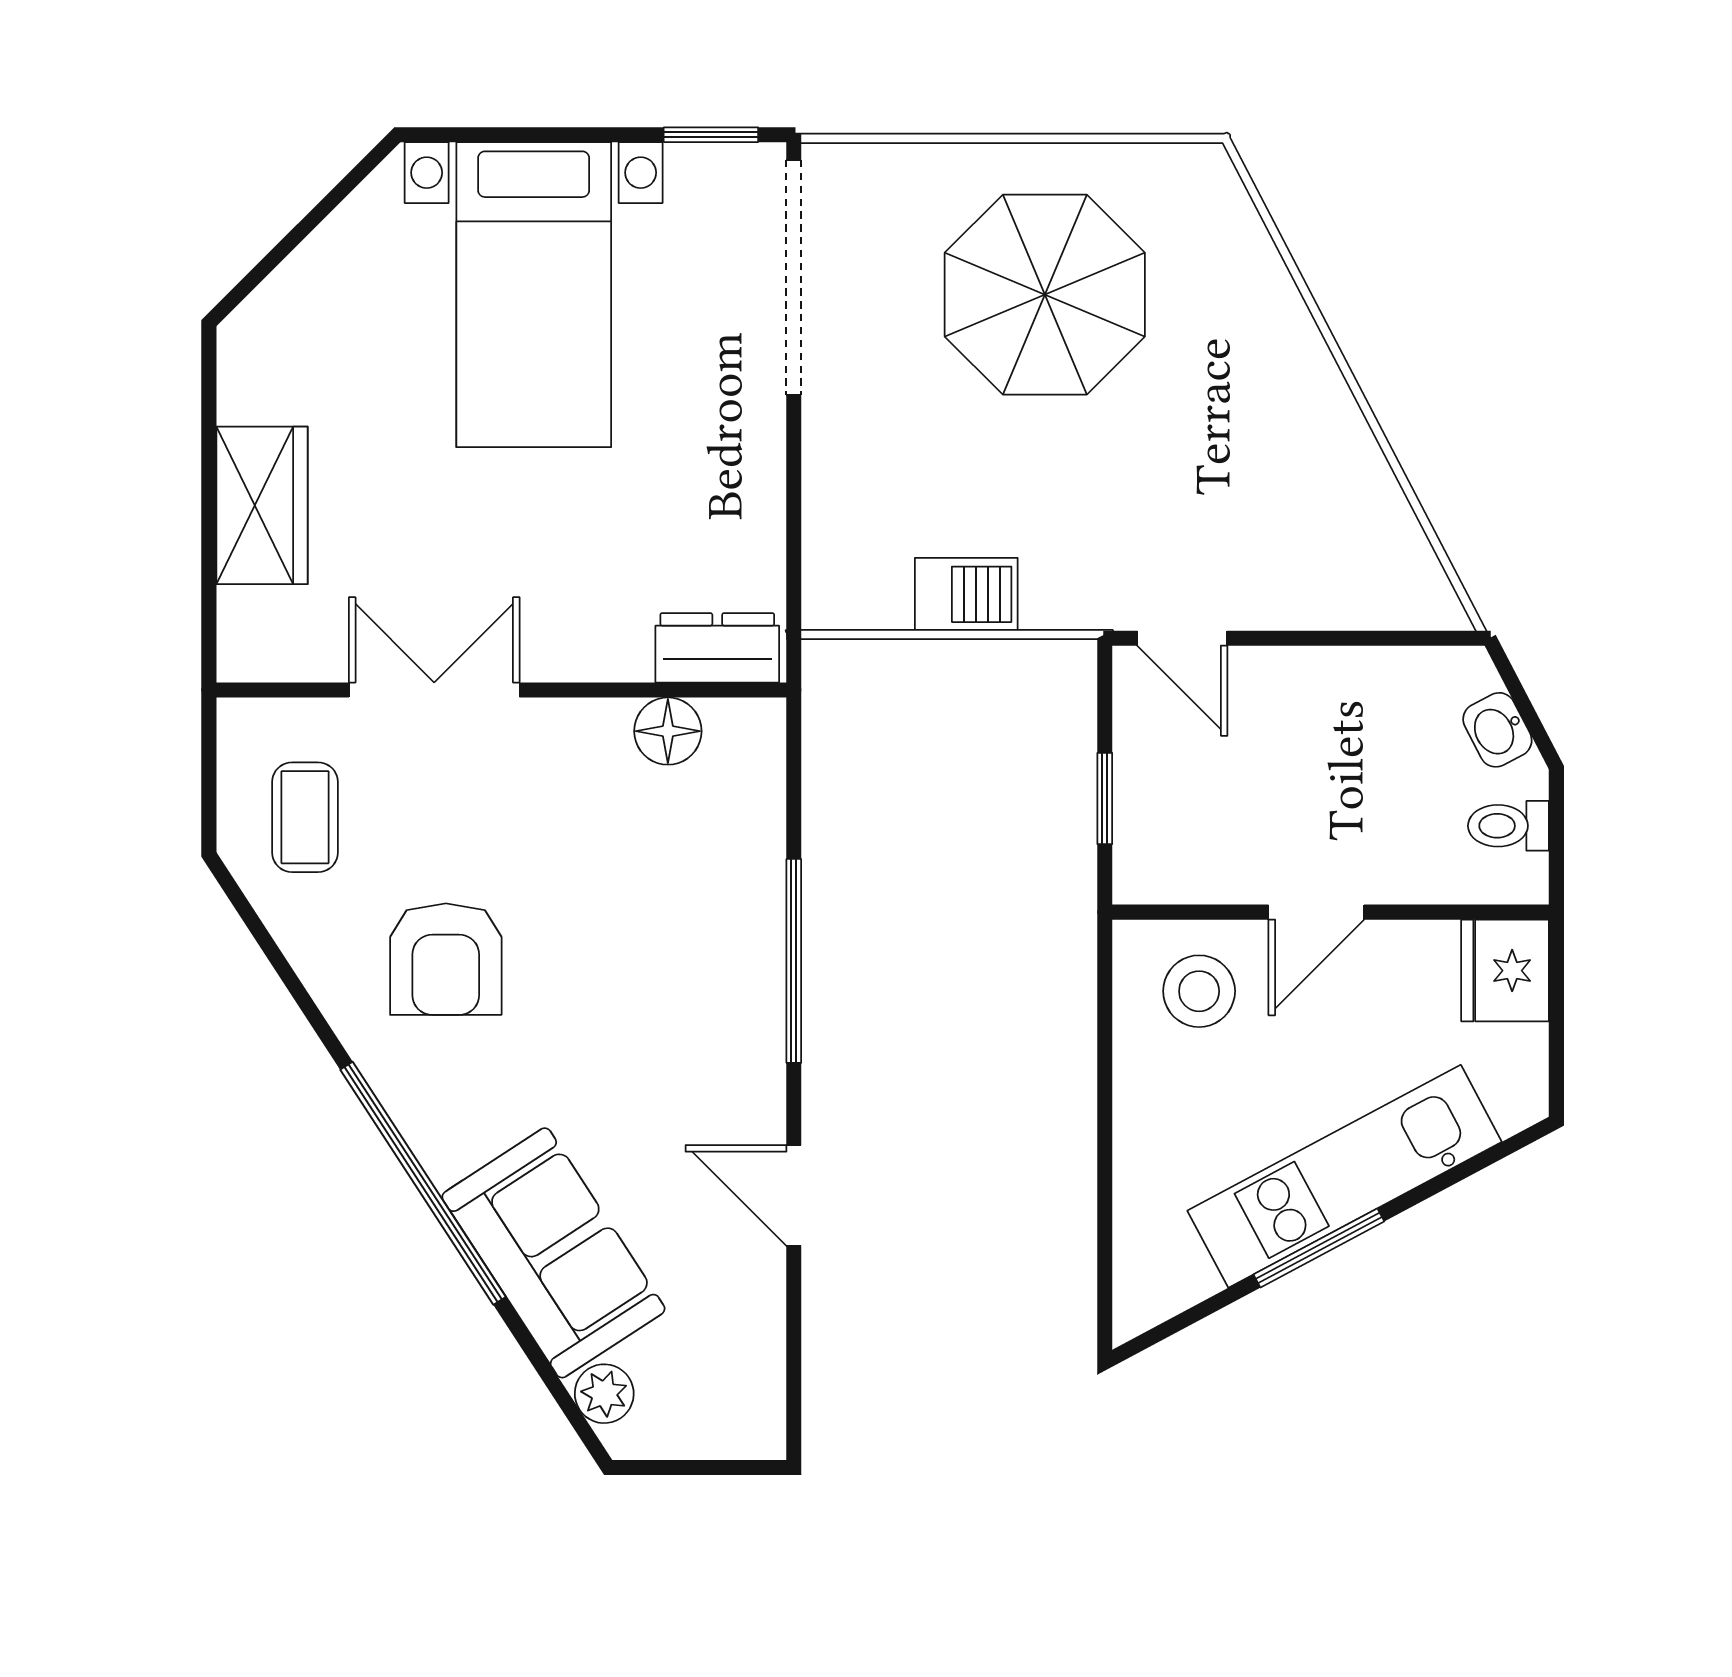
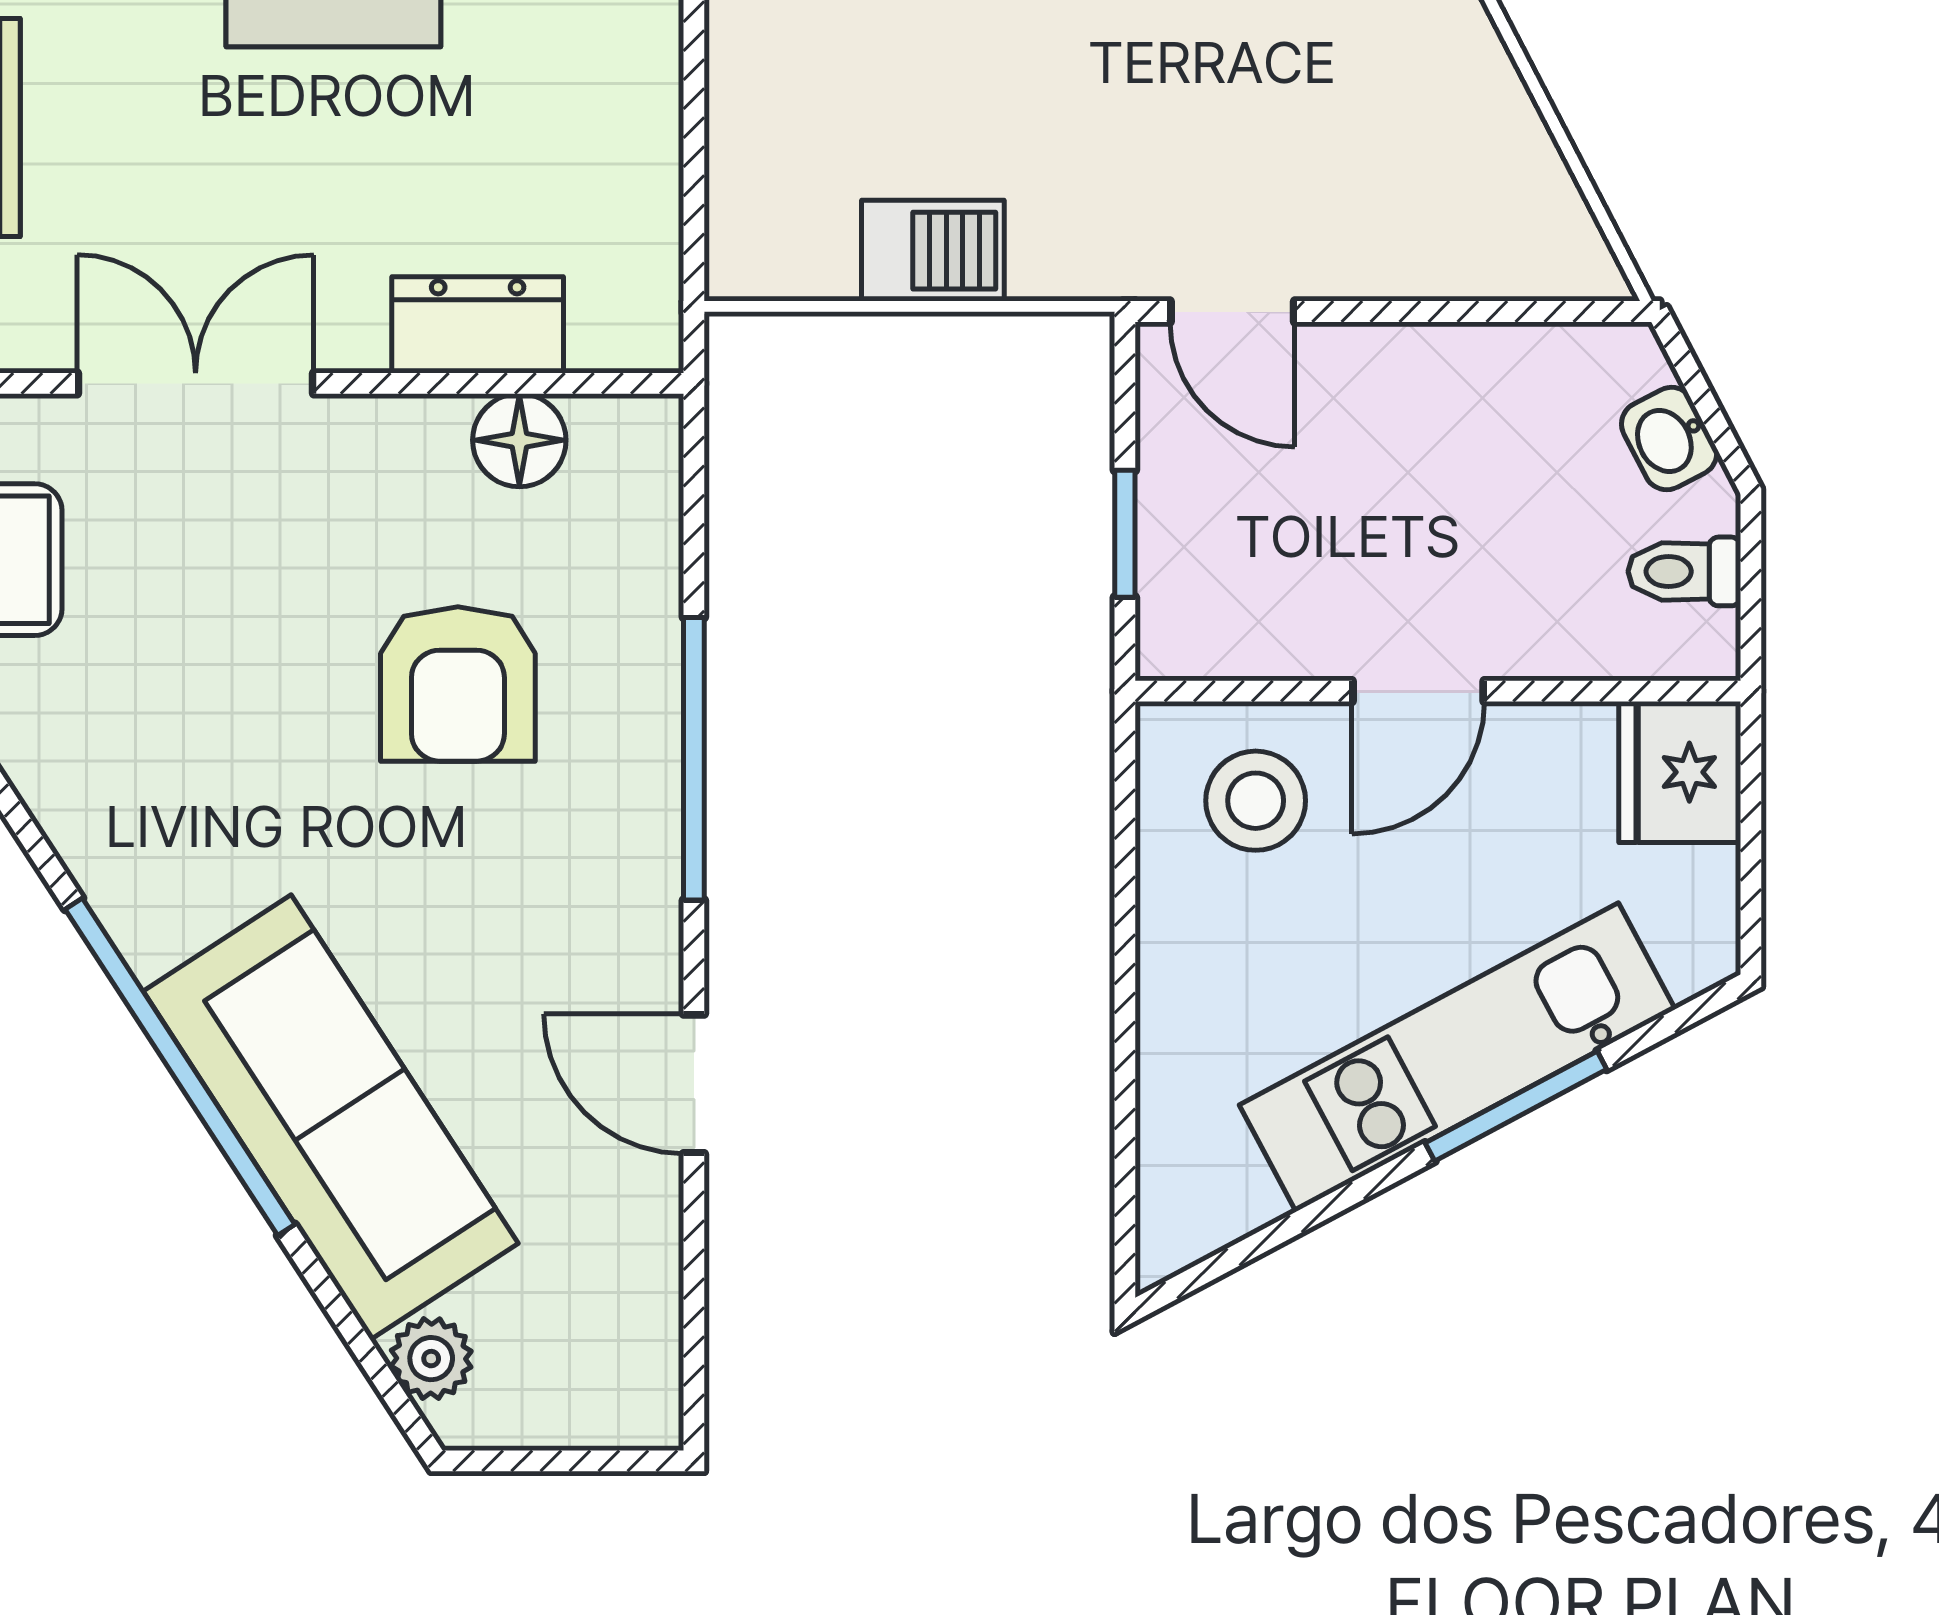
dresser: (717, 648) -> (478, 325), moved
armchair: (446, 959) -> (458, 684), moved
window: (1319, 1248) -> (1516, 1106), moved
sofa: (553, 1253) -> (331, 1117), width x1.36

